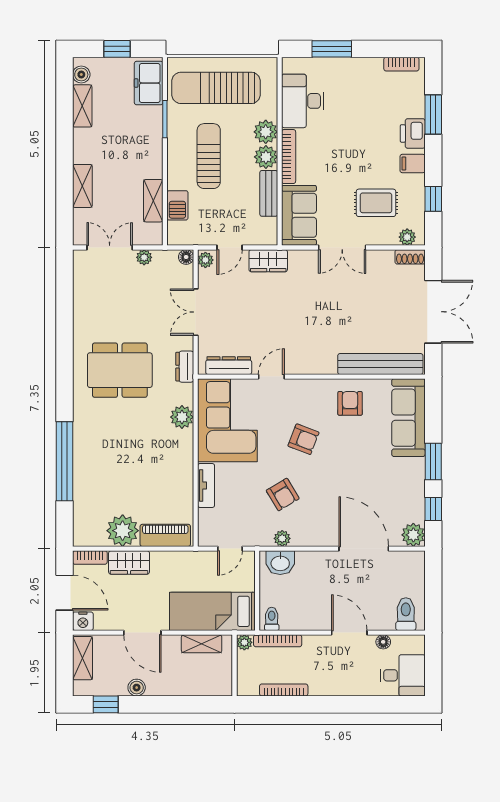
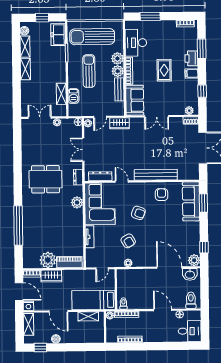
shelving: (82, 186) -> (25, 69), moved
rug: (376, 203) -> (164, 70), moved, turned 90
bench: (380, 364) -> (156, 175), moved
door: (271, 377) -> (122, 182), hinge flipped
window: (433, 461) -> (203, 203), moved
washbasin: (280, 563) -> (190, 274), moved

